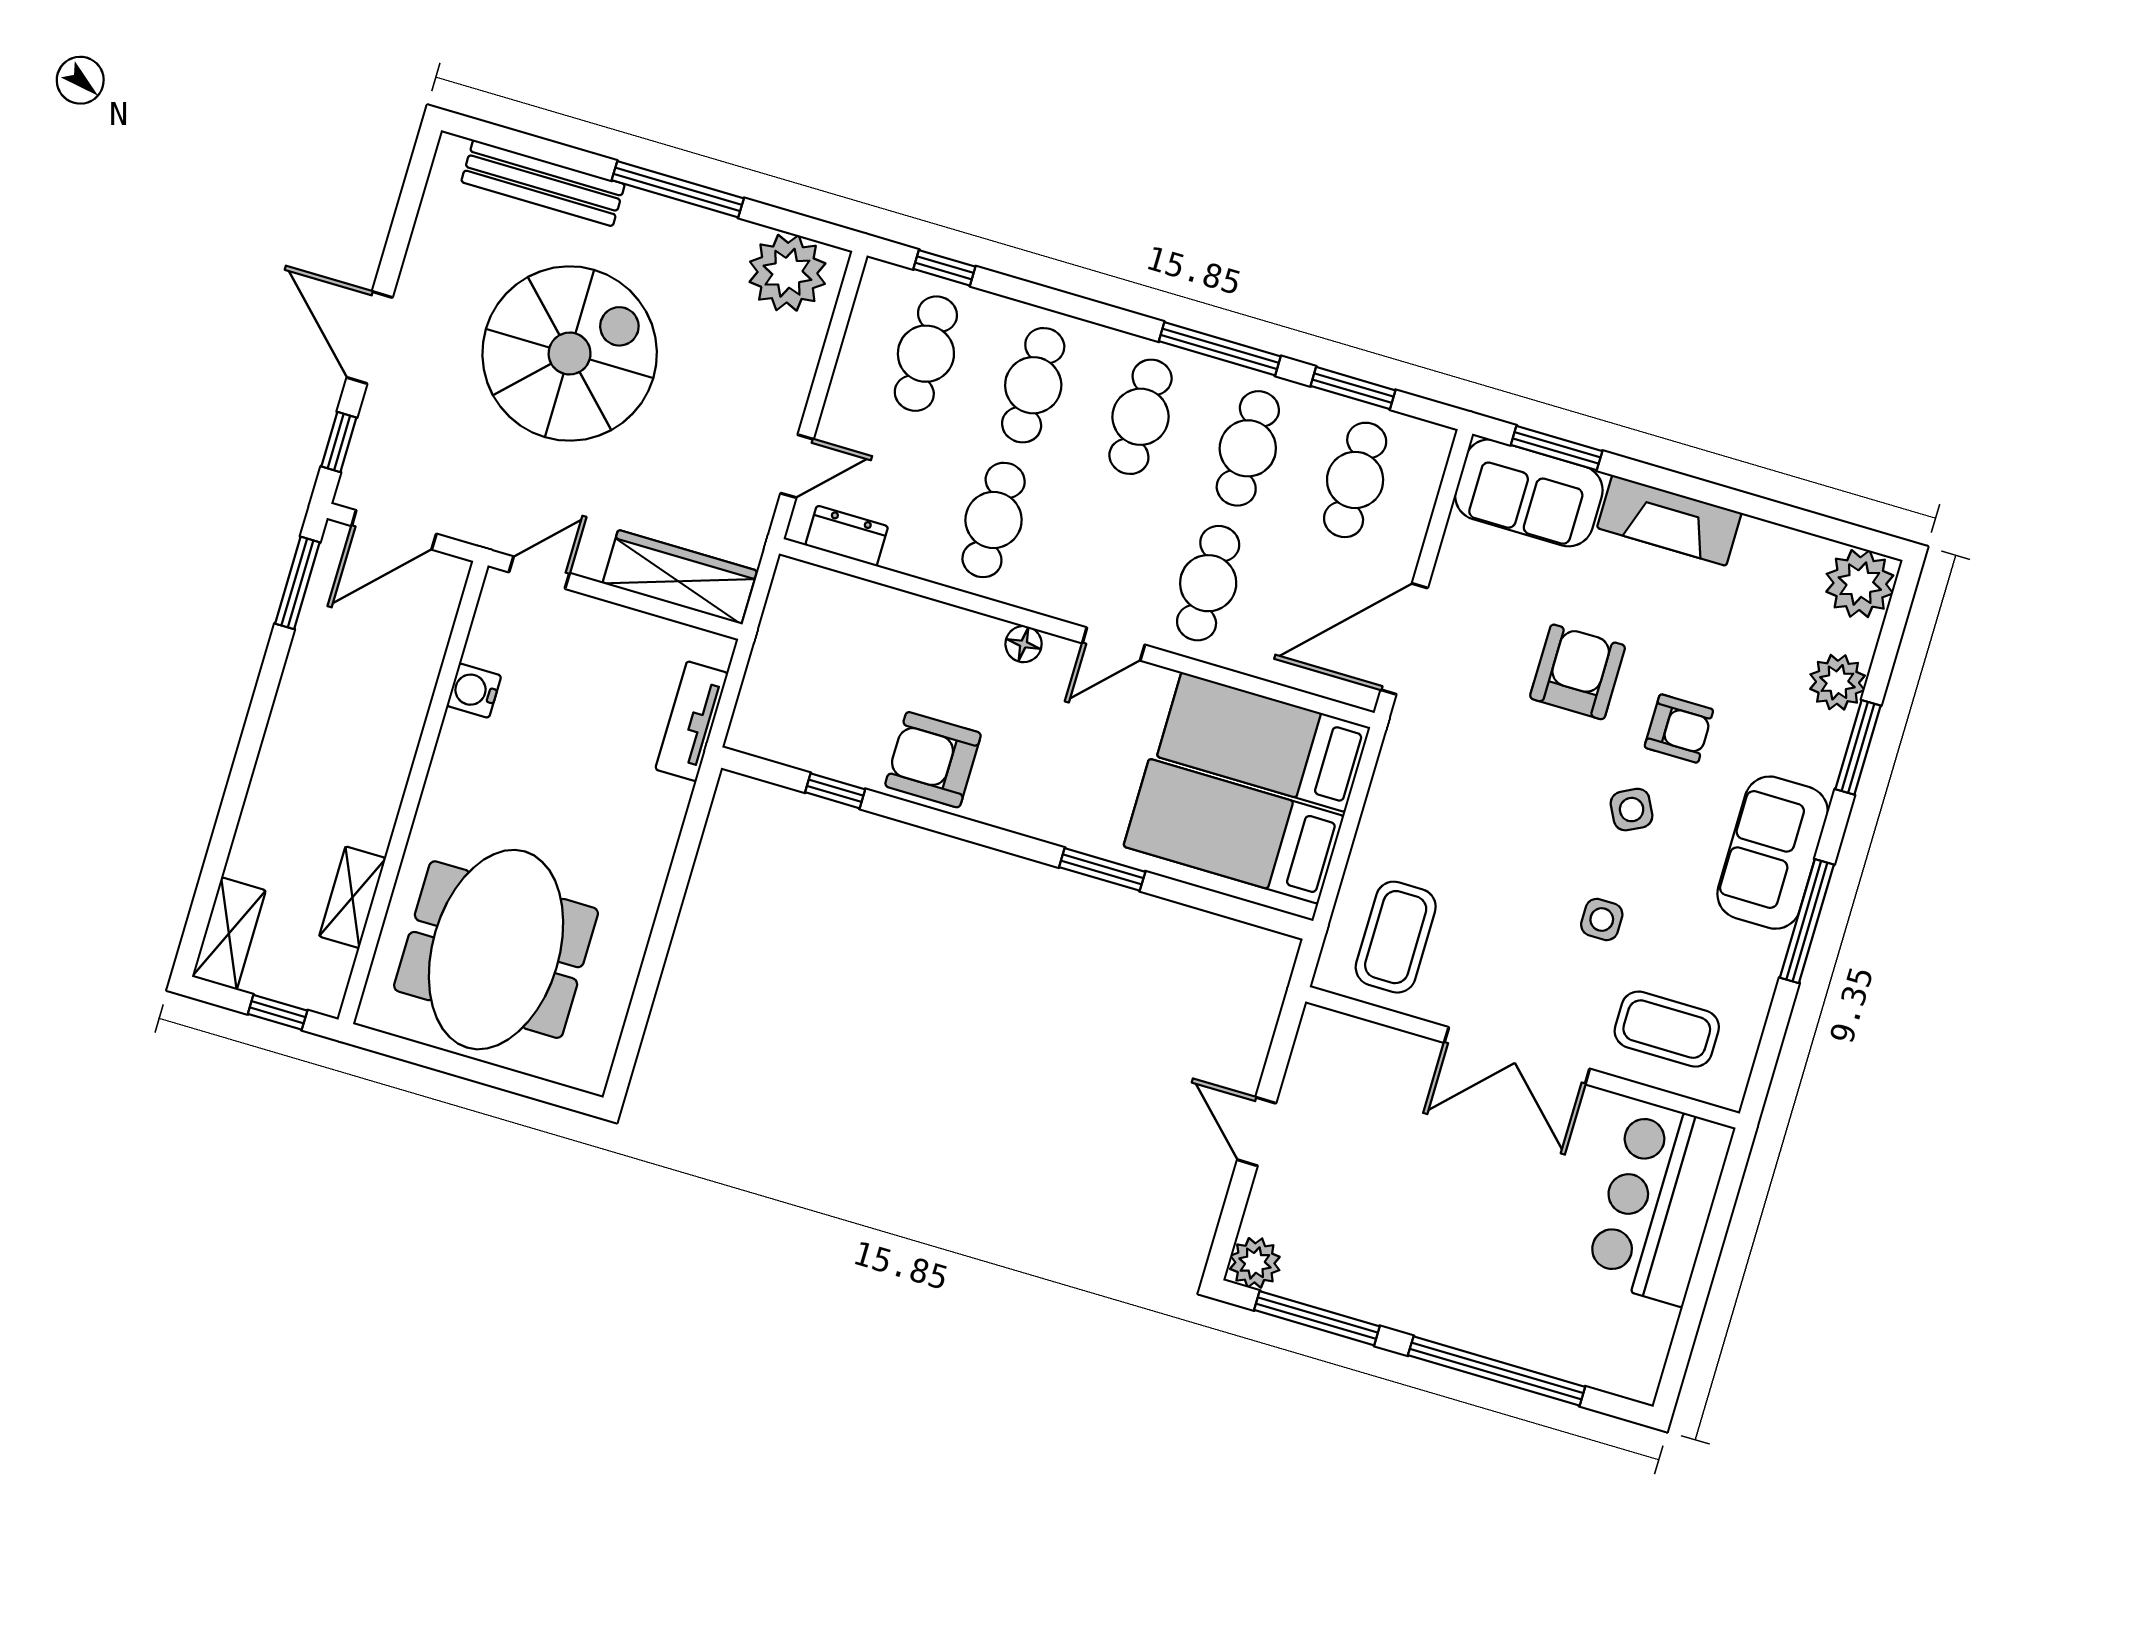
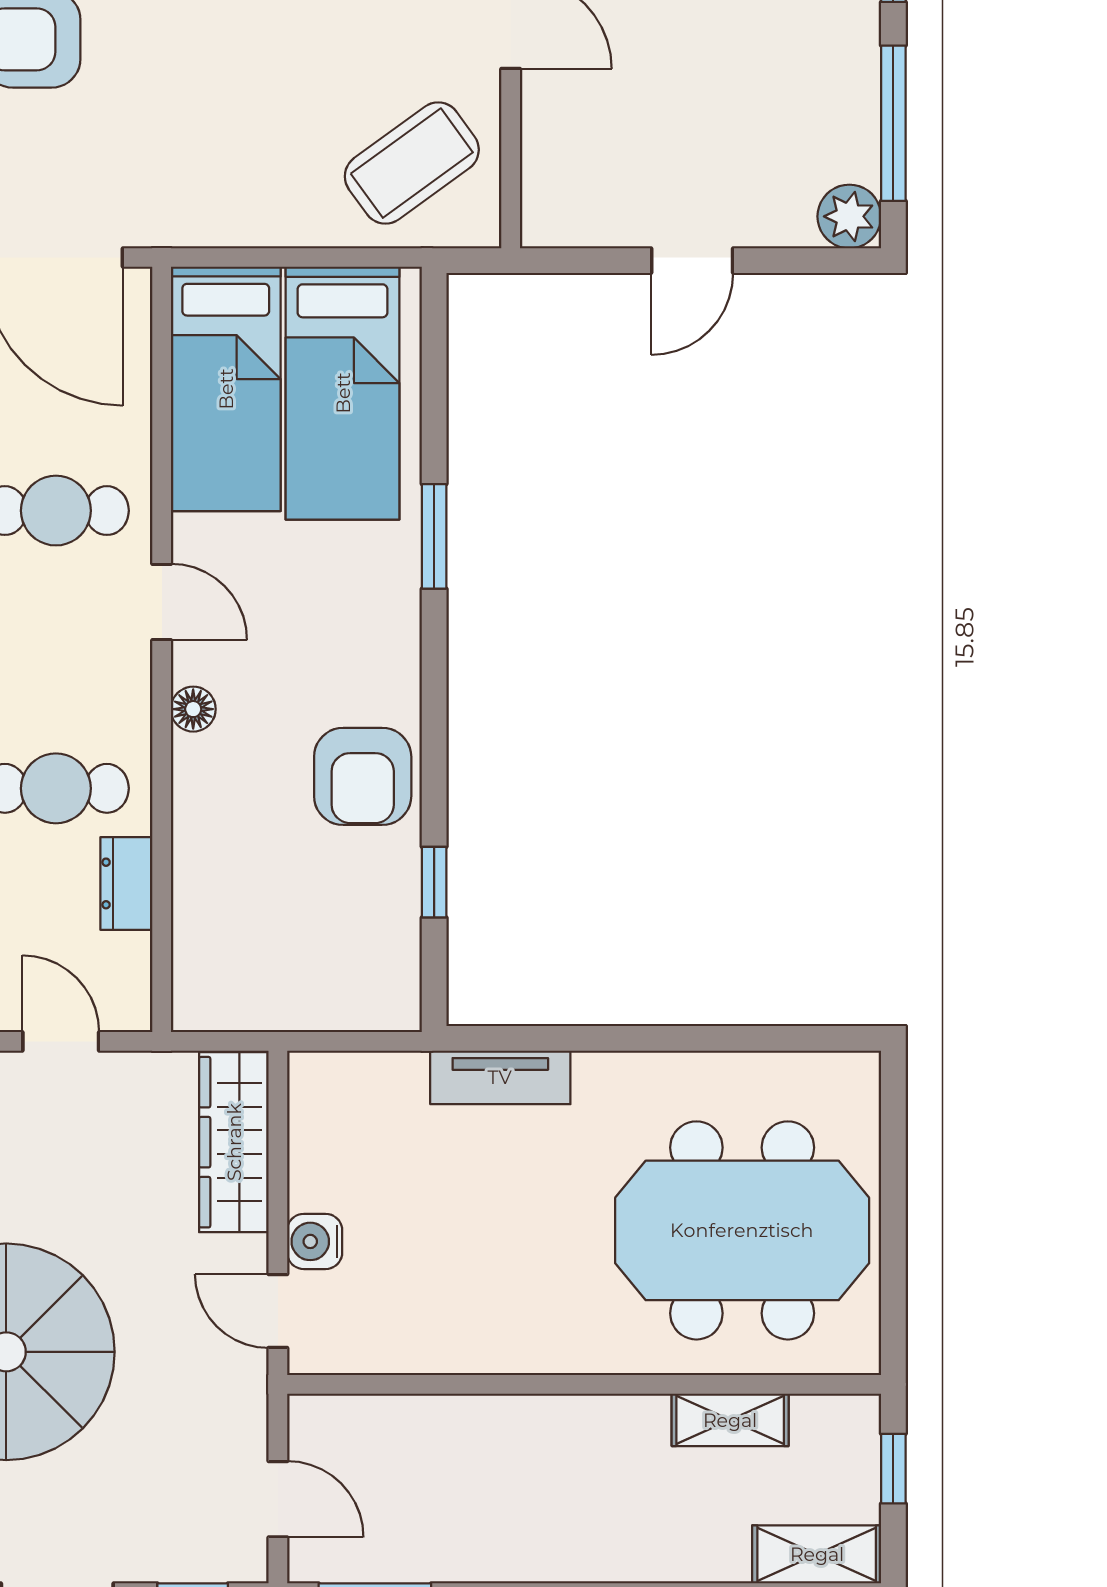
door: (394, 530) -> (278, 1499), width x0.73
dresser: (847, 536) -> (126, 883), moved
water cooler: (474, 691) -> (315, 1241), moved, turned 90
tv unit: (692, 721) -> (500, 1077), moved
coffee table: (1396, 937) -> (412, 163), turned -36

